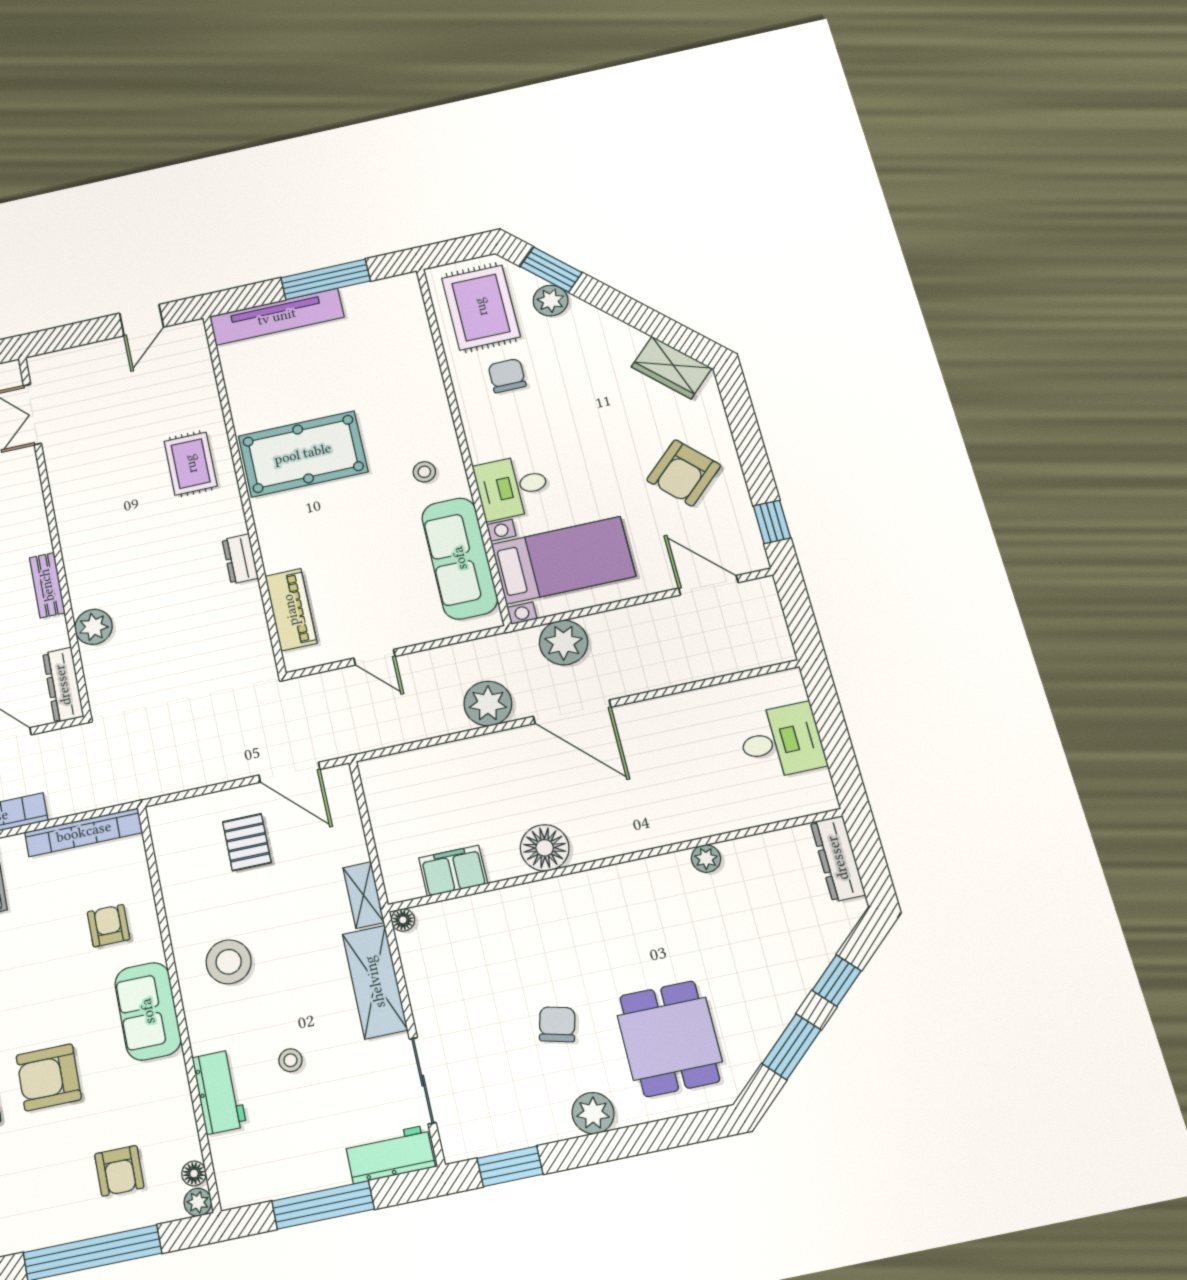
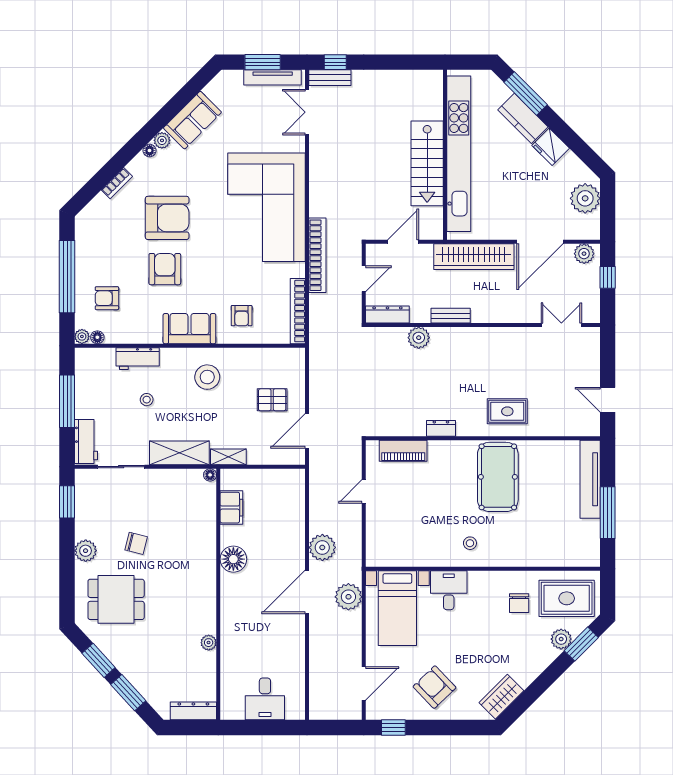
chair: (507, 376) -> (519, 603), turned 90
sofa: (460, 558) -> (412, 551), removed
armchair: (108, 926) -> (242, 316), turned 90
window: (837, 981) -> (128, 693), width x1.50

